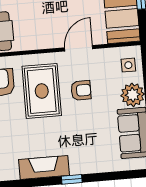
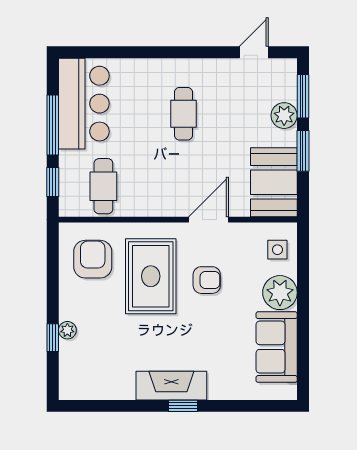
fireplace: (44, 167) -> (171, 386), moved

